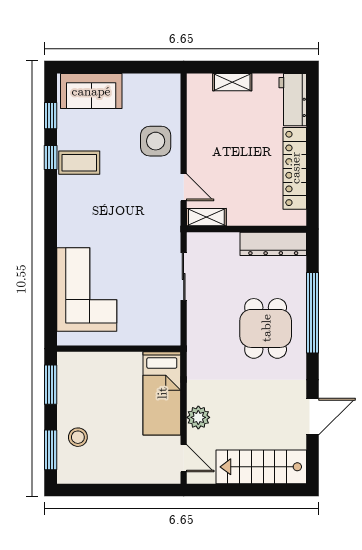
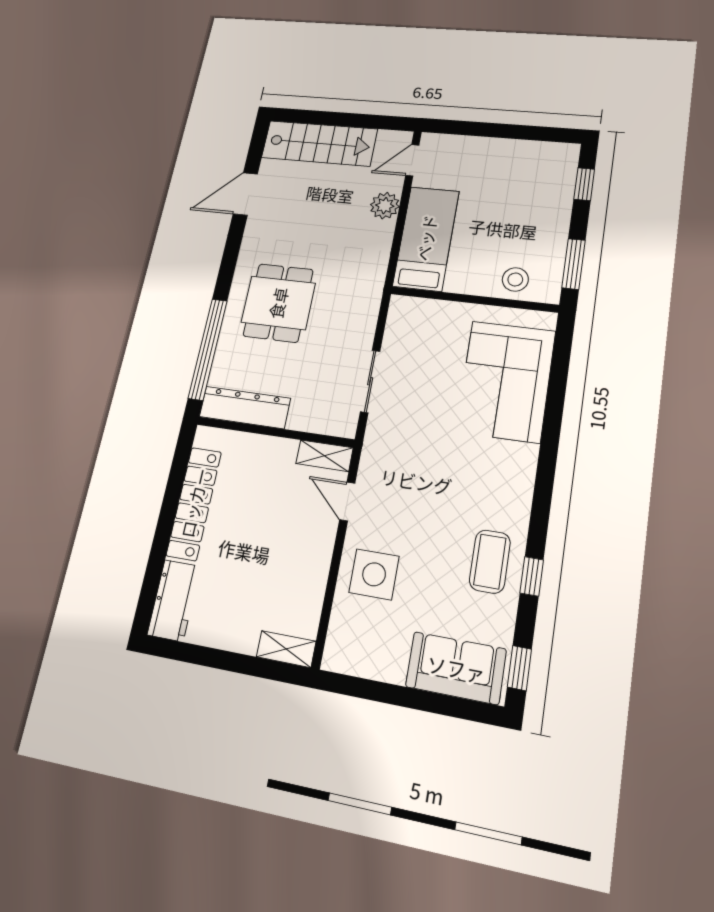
shelving: (232, 82) -> (286, 649), moved
window: (51, 116) -> (519, 668), moved
coffee table: (79, 163) -> (490, 561), turned 90
window: (313, 313) -> (208, 349), moved
stool: (78, 437) -> (515, 279), moved
window: (51, 450) -> (584, 184), width x0.67
door: (184, 458) -> (412, 160), hinge flipped

